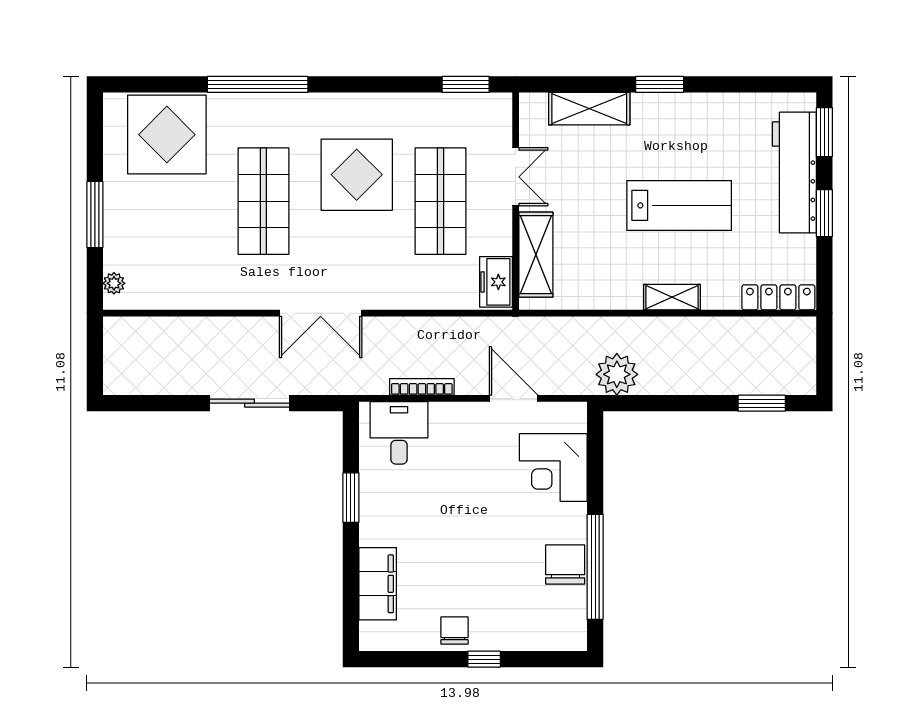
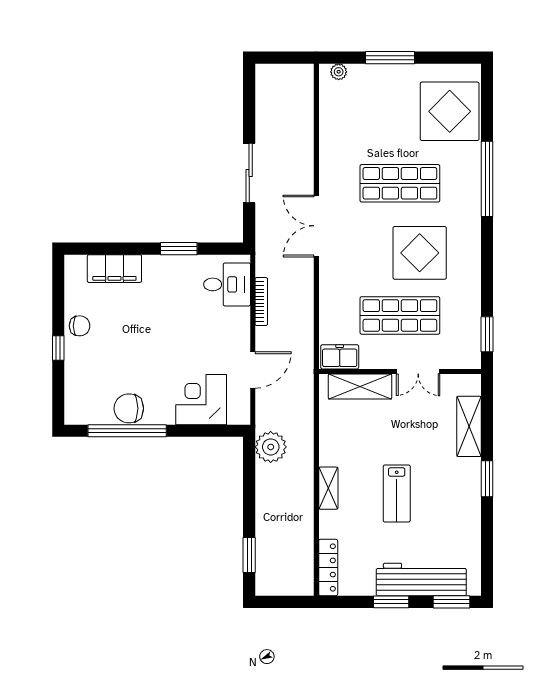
lab bench: (679, 205) -> (397, 493), width x0.73, depth x0.72
chair: (565, 565) -> (129, 408), turned 180

